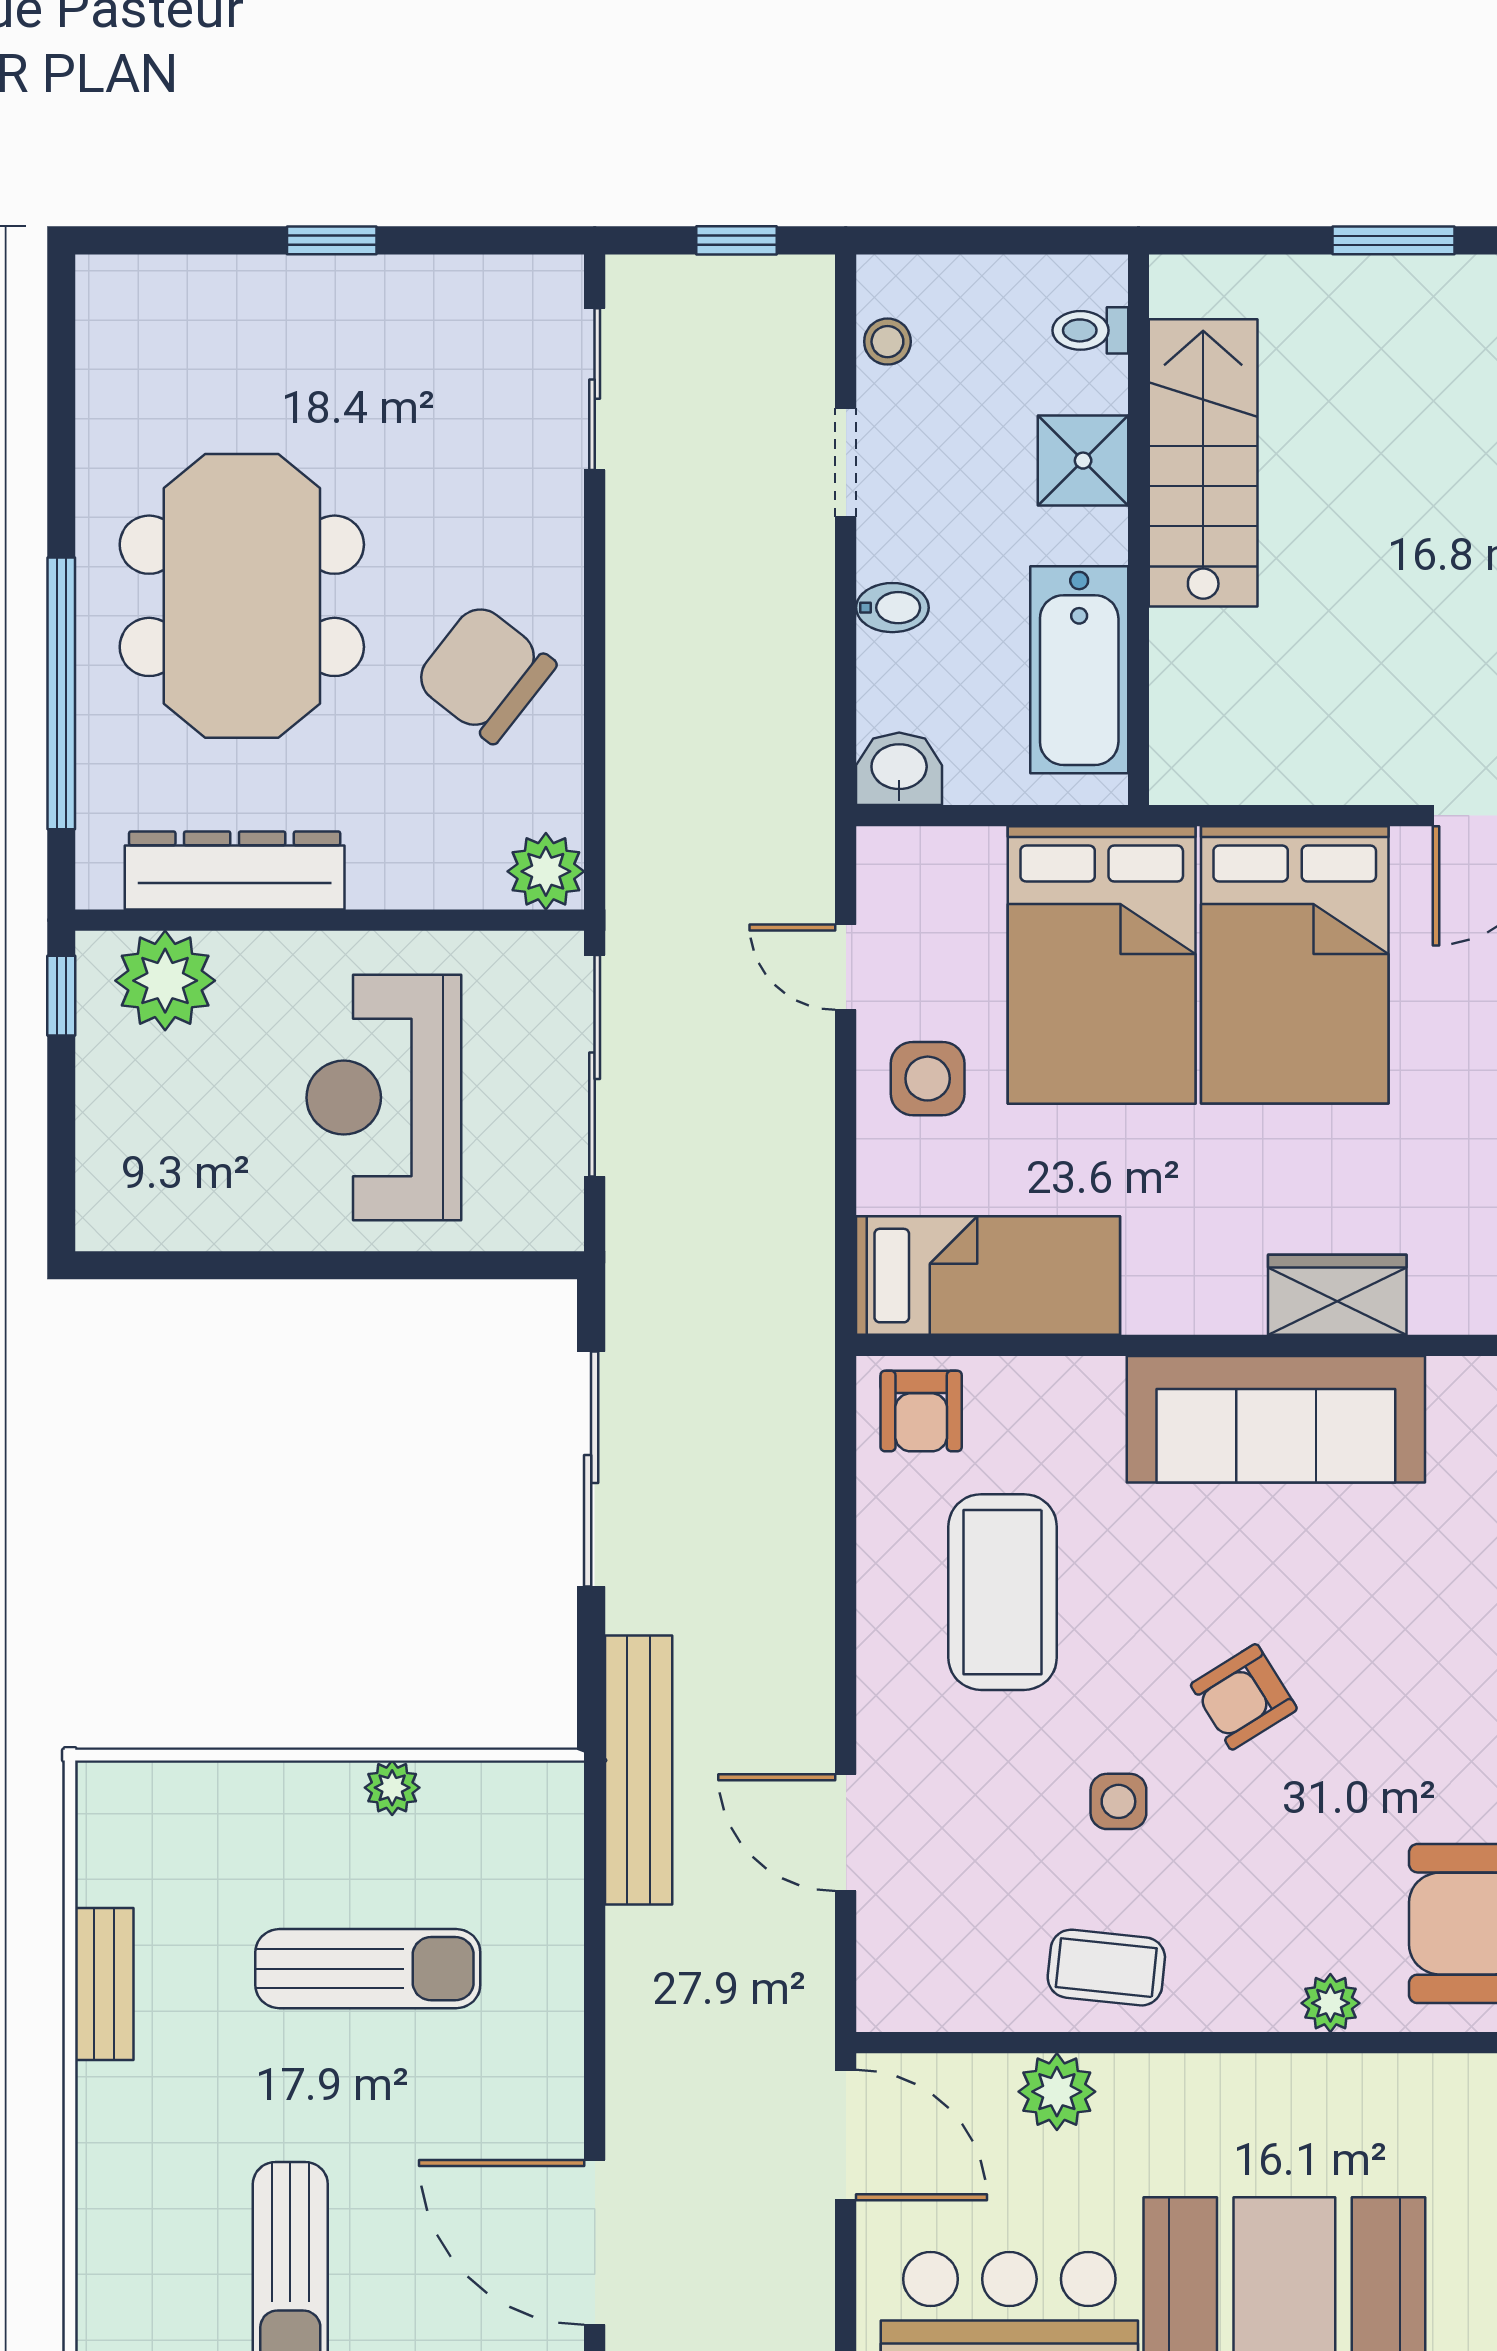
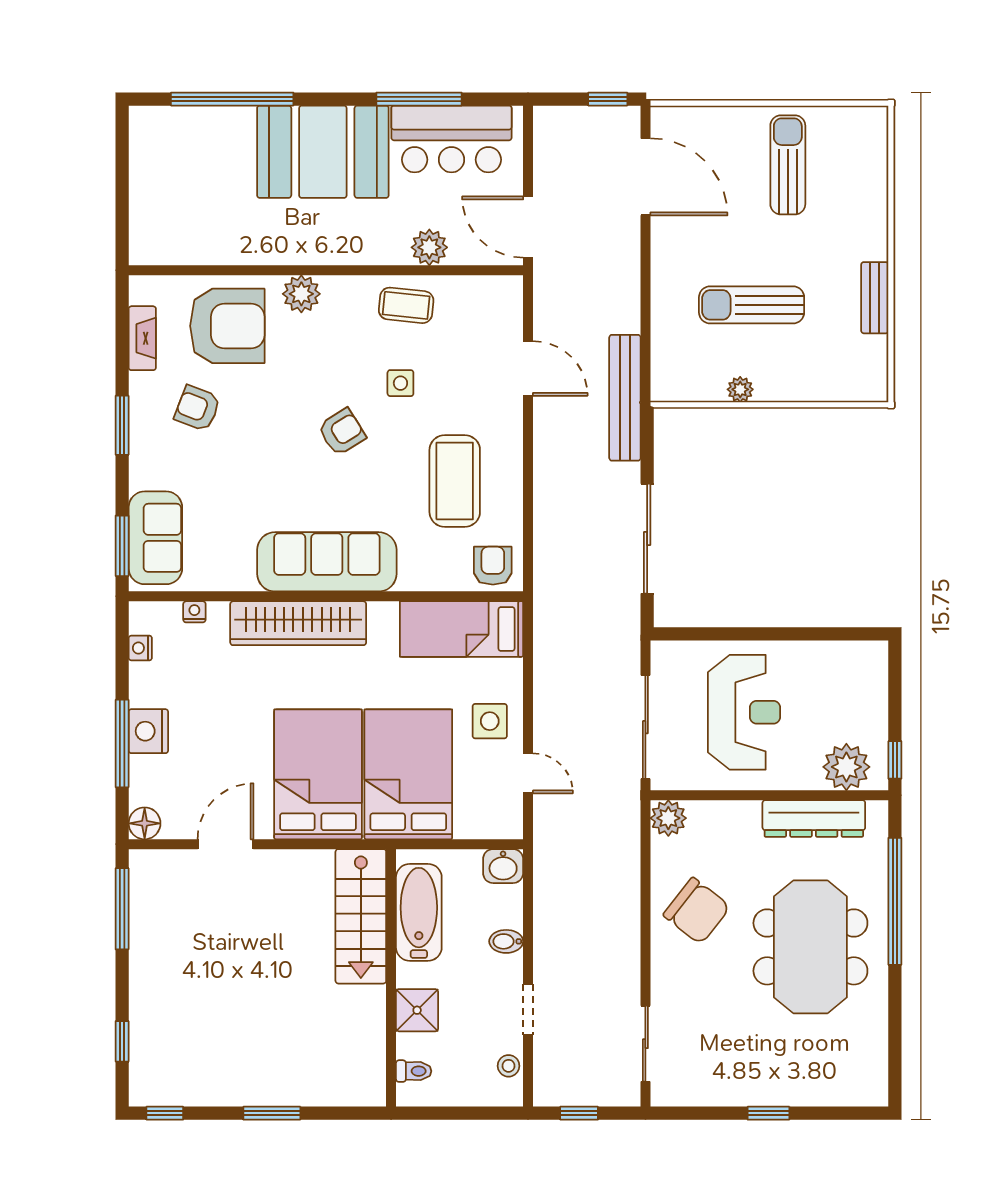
stairs: (1203, 463) -> (361, 916), moved
wardrobe: (1337, 1295) -> (298, 623), width x2.10, depth x1.17
plant: (1330, 2003) -> (301, 294), width x1.38, depth x1.38

